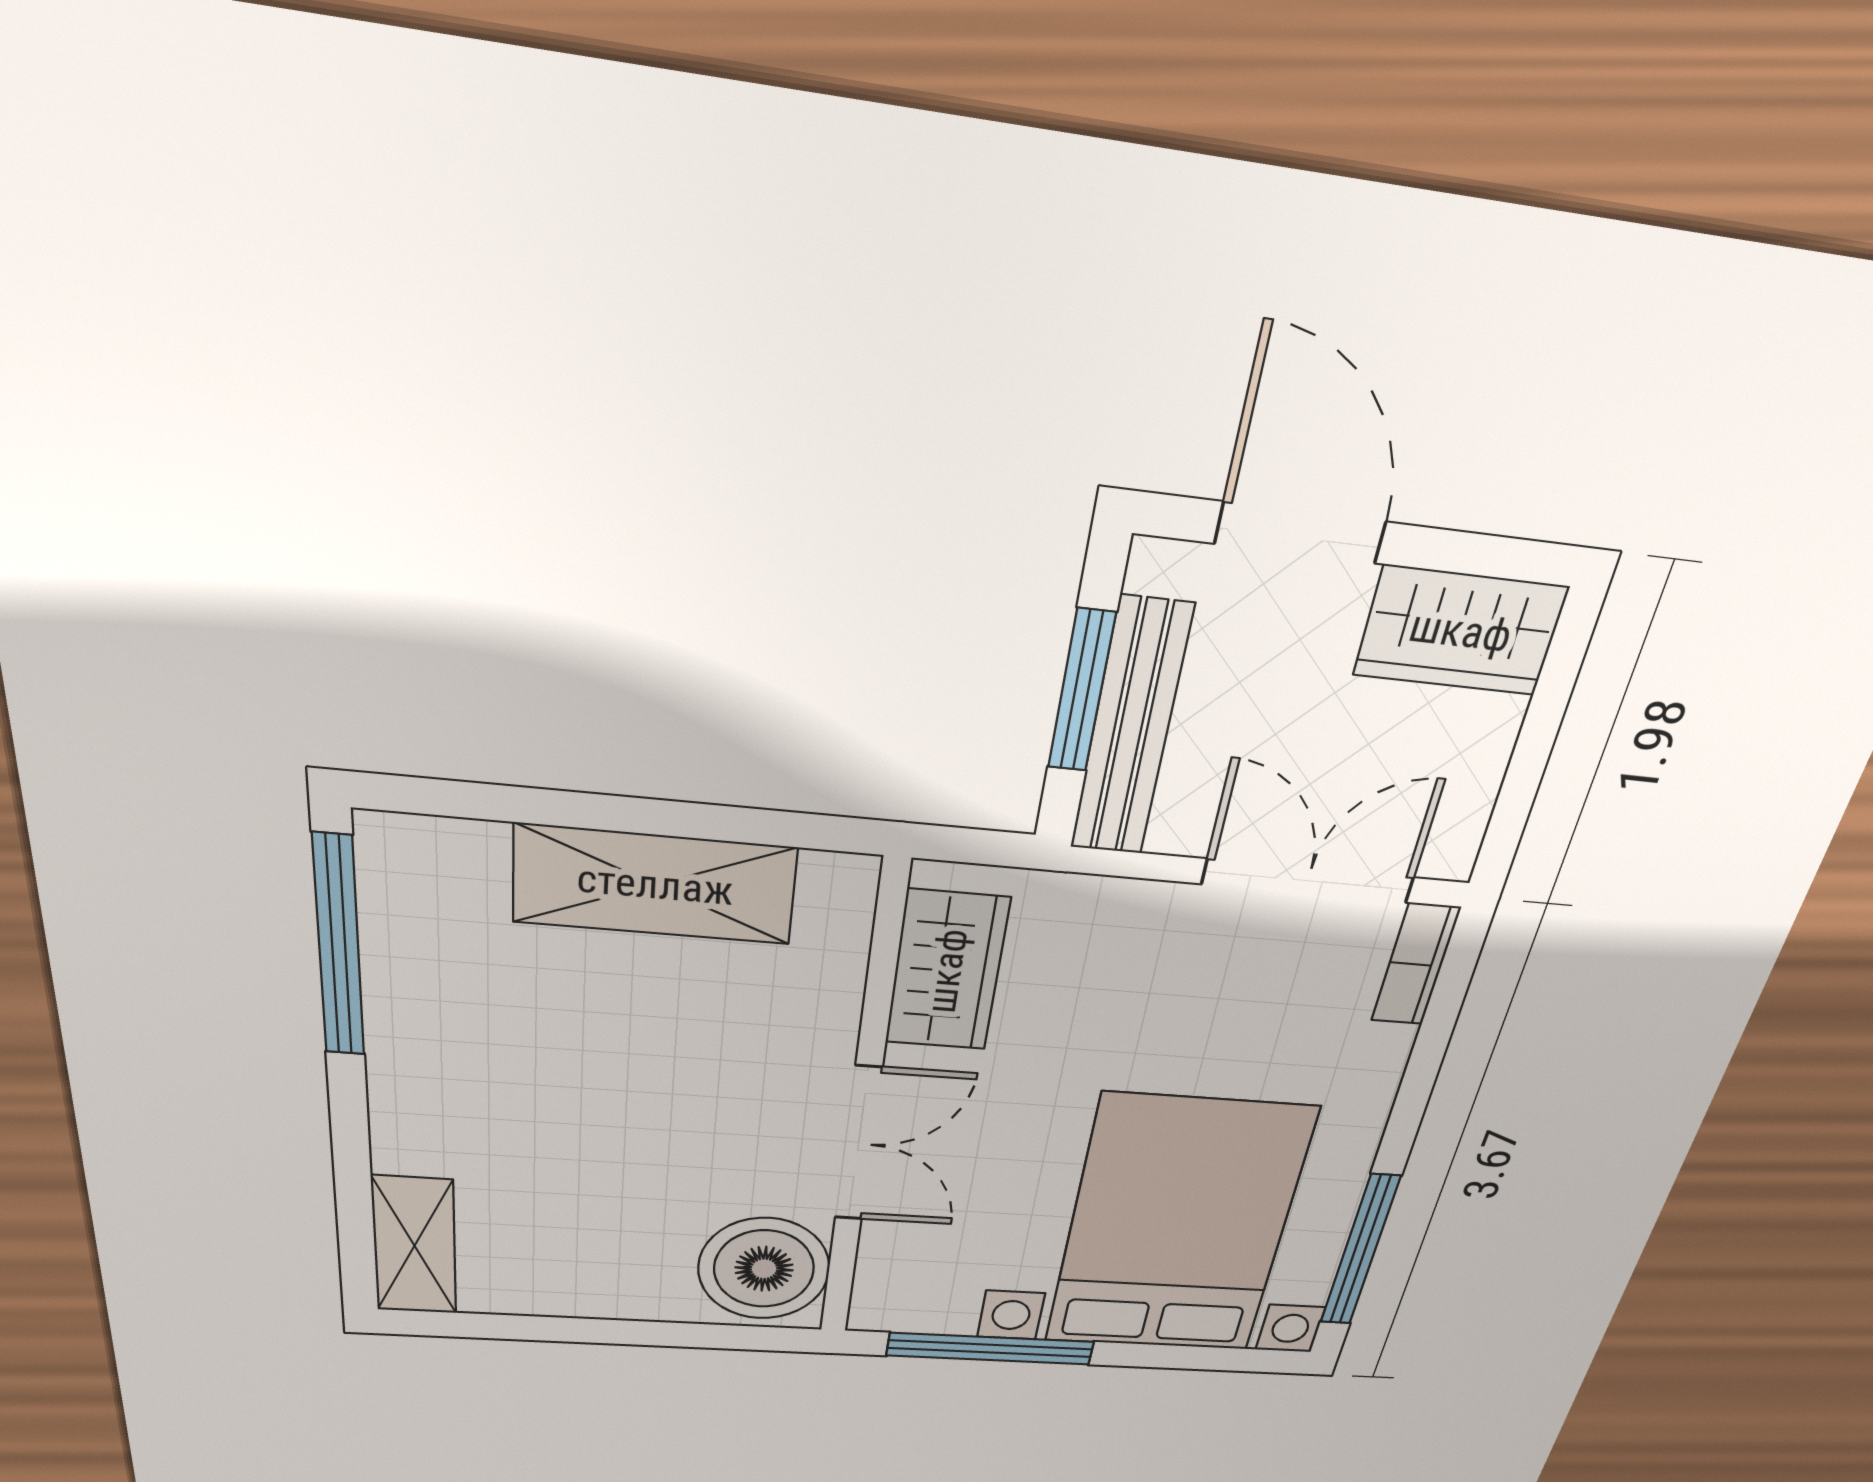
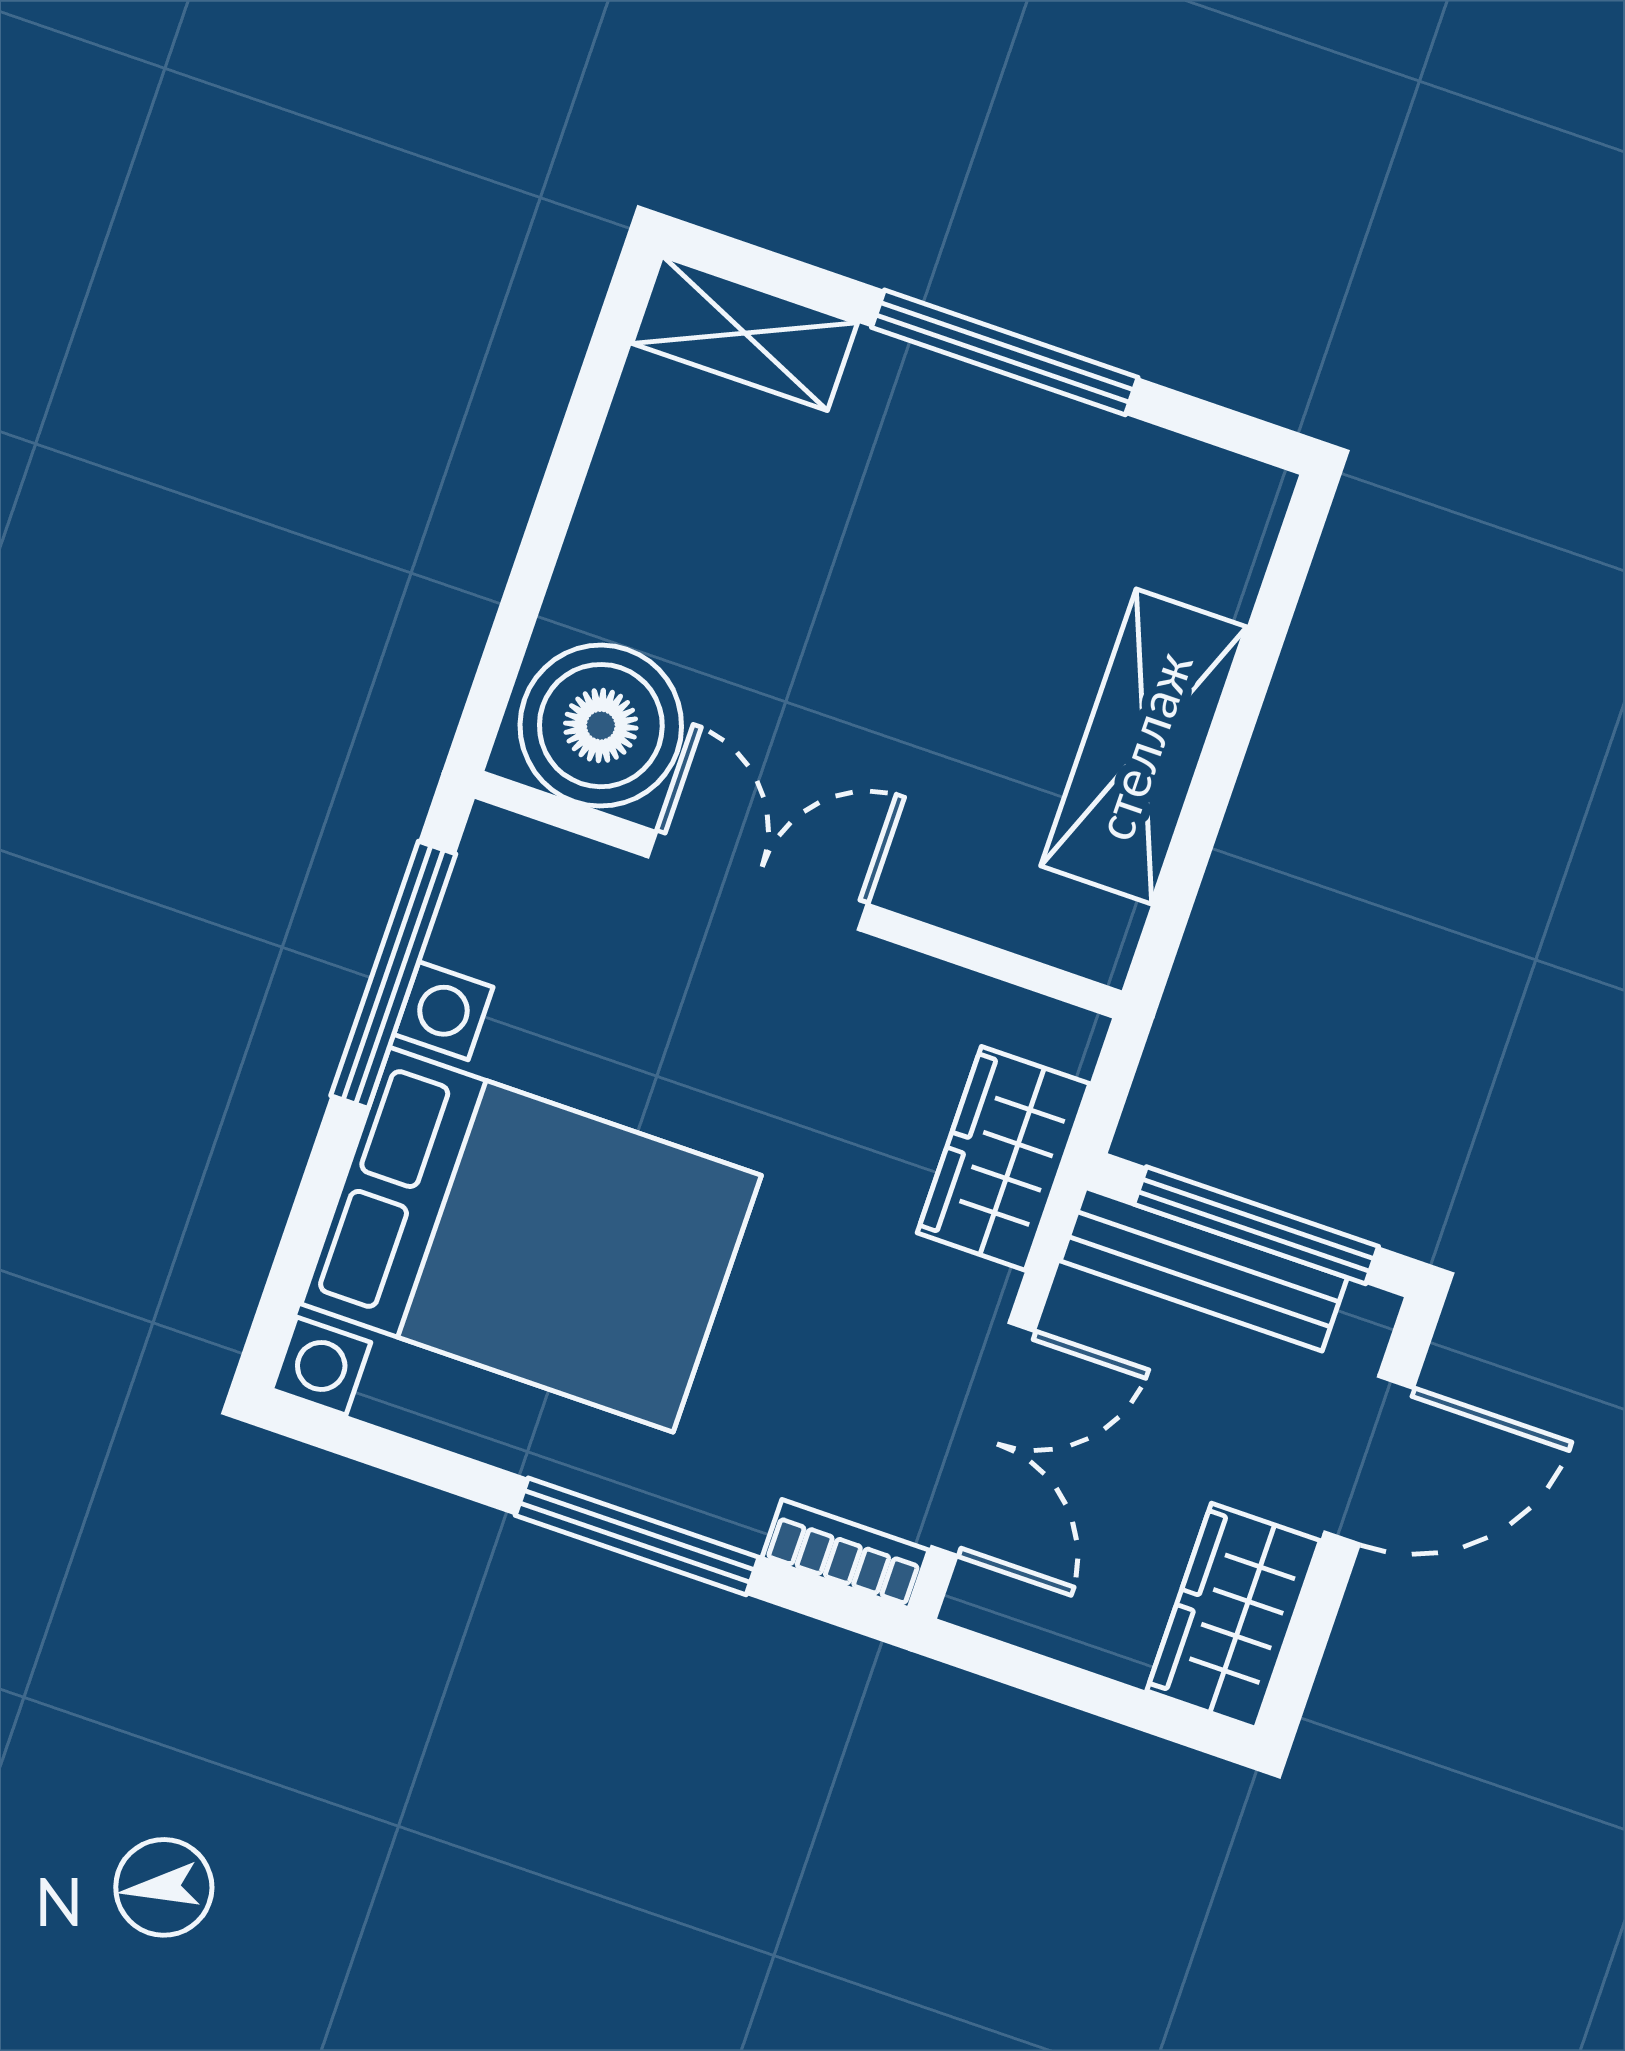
window: (1082, 691) -> (1256, 1225), width x1.44
window: (339, 947) -> (1005, 352), moved
wardrobe: (947, 971) -> (1003, 1158), moved, turned 90
double door: (858, 1144) -> (758, 881), swing flipped
window: (1360, 1251) -> (637, 1536), moved

